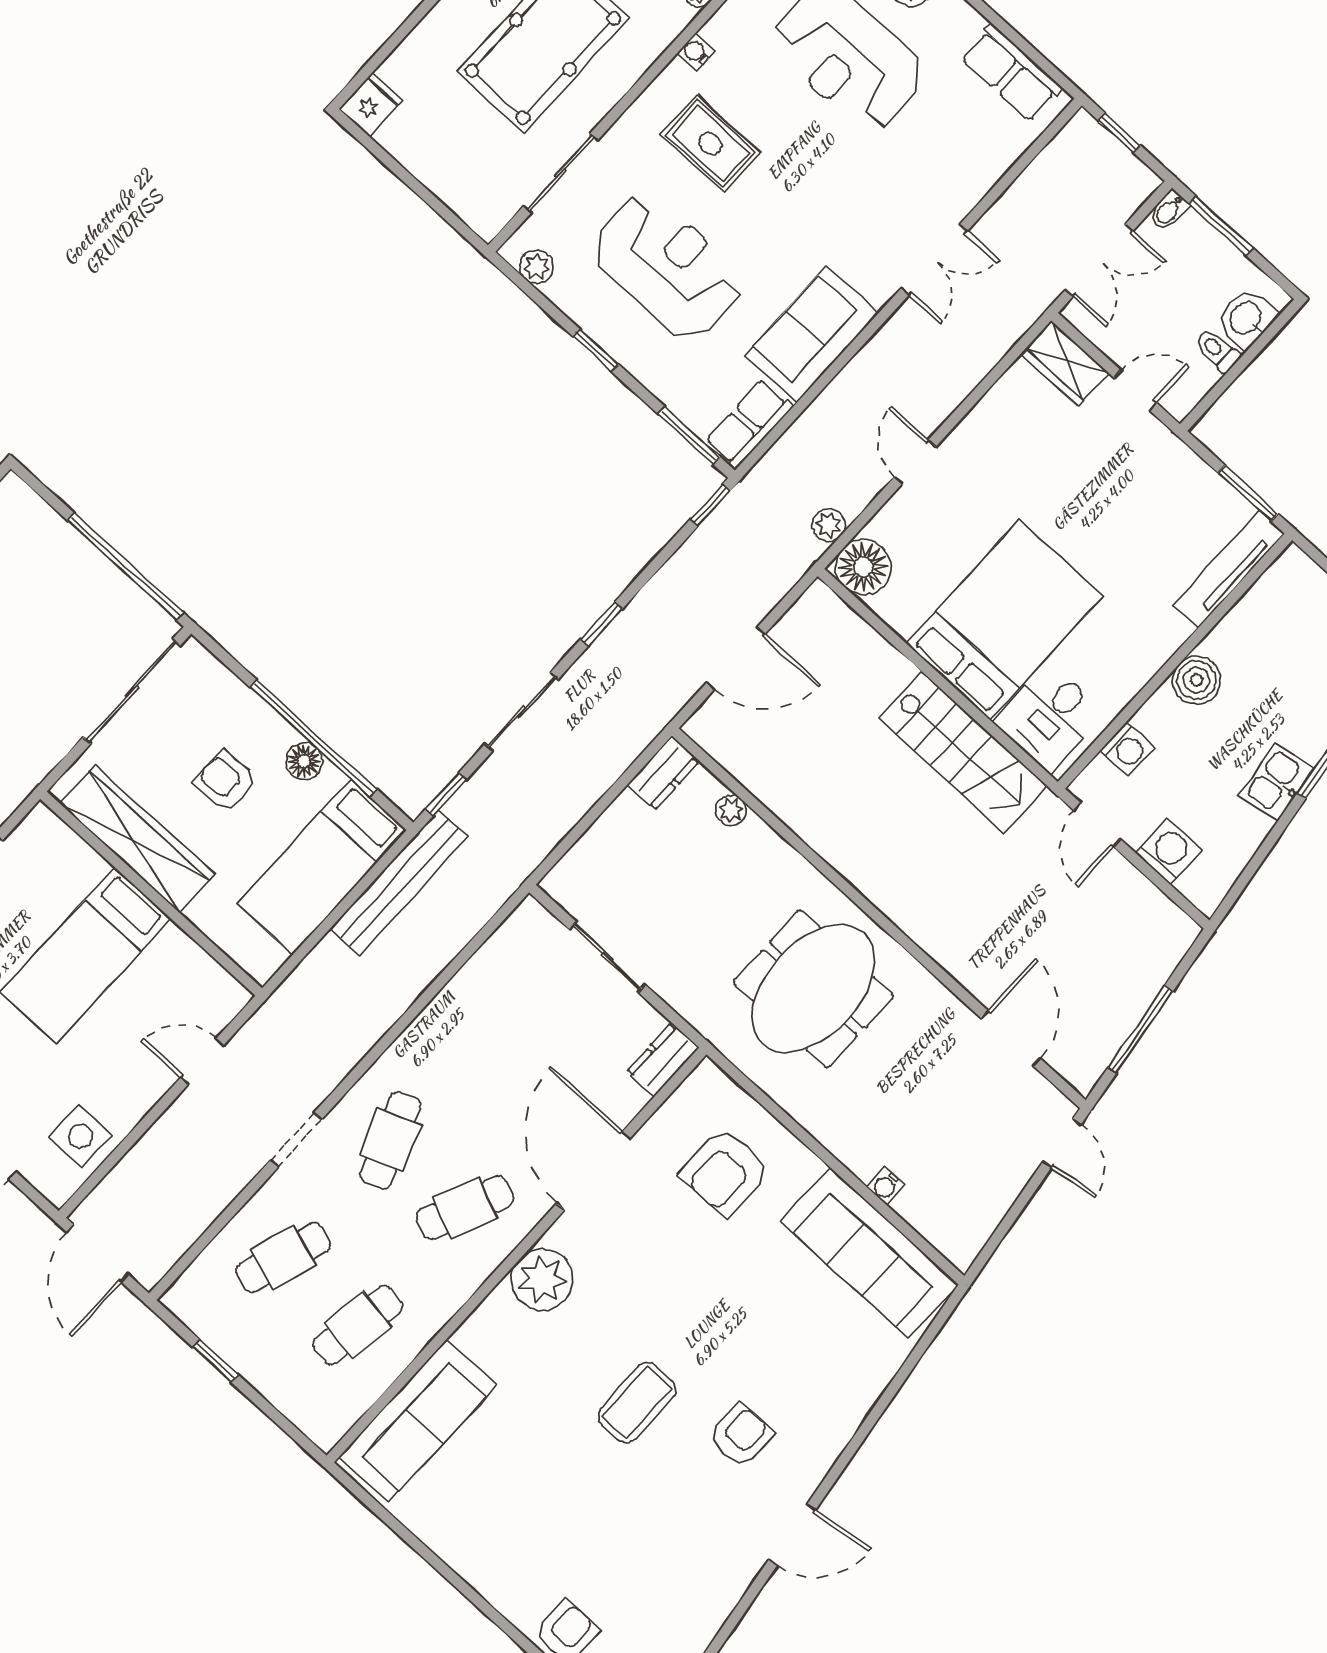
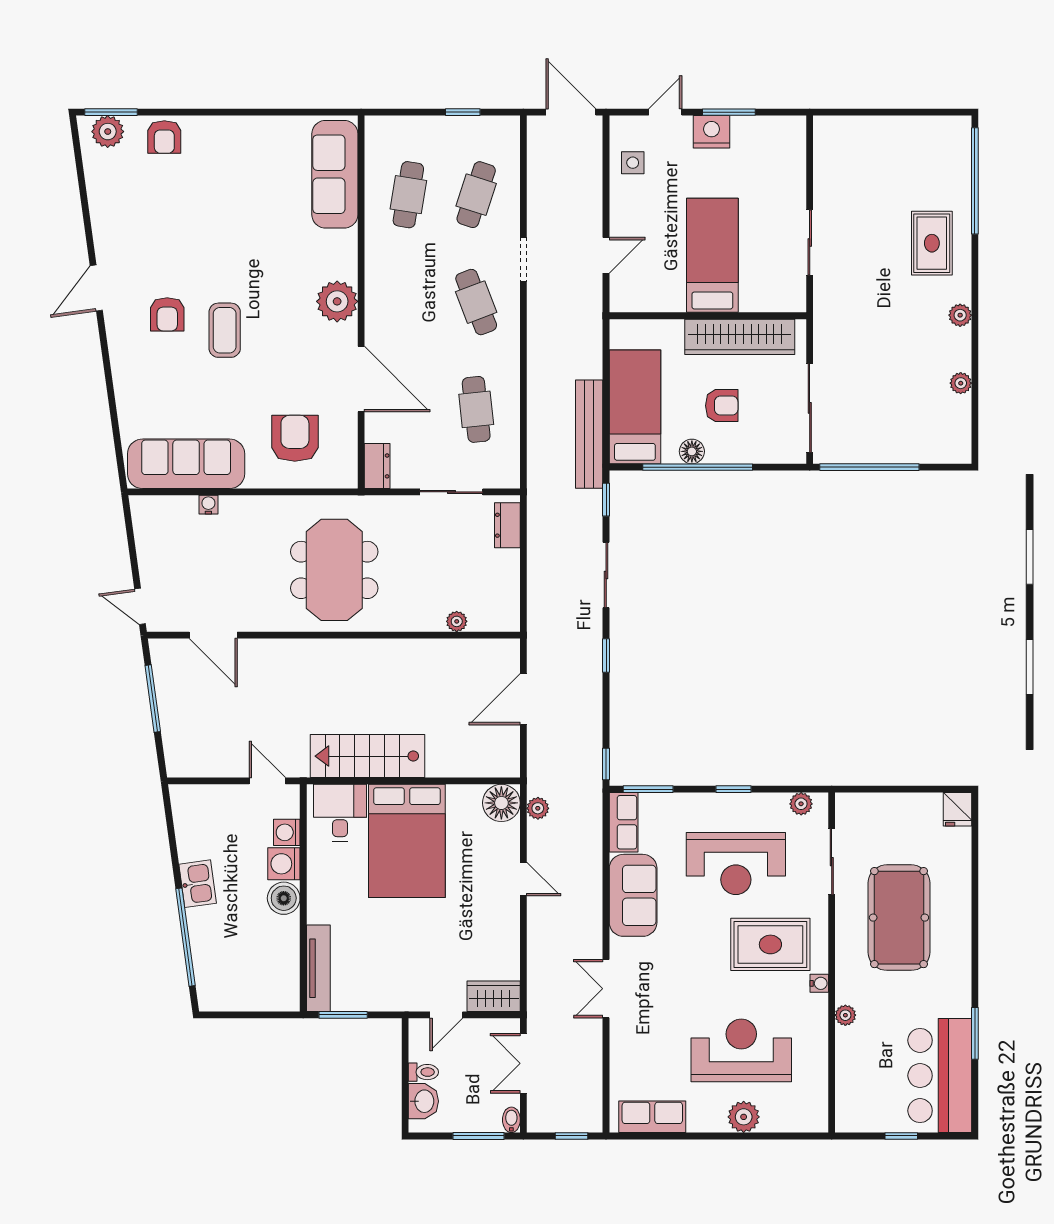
rug: (710, 144) -> (770, 944), width x1.36, depth x1.43
dresser: (663, 773) -> (507, 525), moved
washing machine: (1169, 851) -> (284, 864), moved, turned 90
side table: (80, 1136) -> (633, 163), width x0.73, depth x0.73
cafe table: (465, 1208) -> (476, 409), moved, turned -30
coffee table: (637, 1403) -> (225, 330), moved

